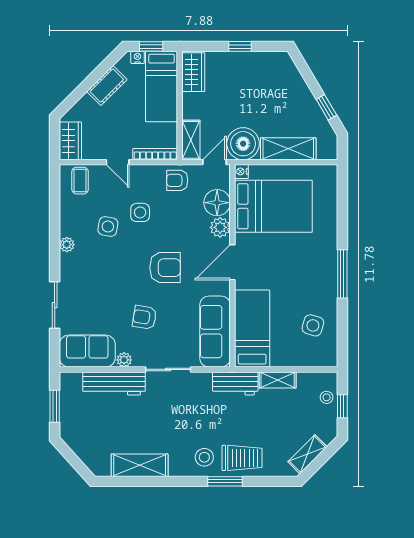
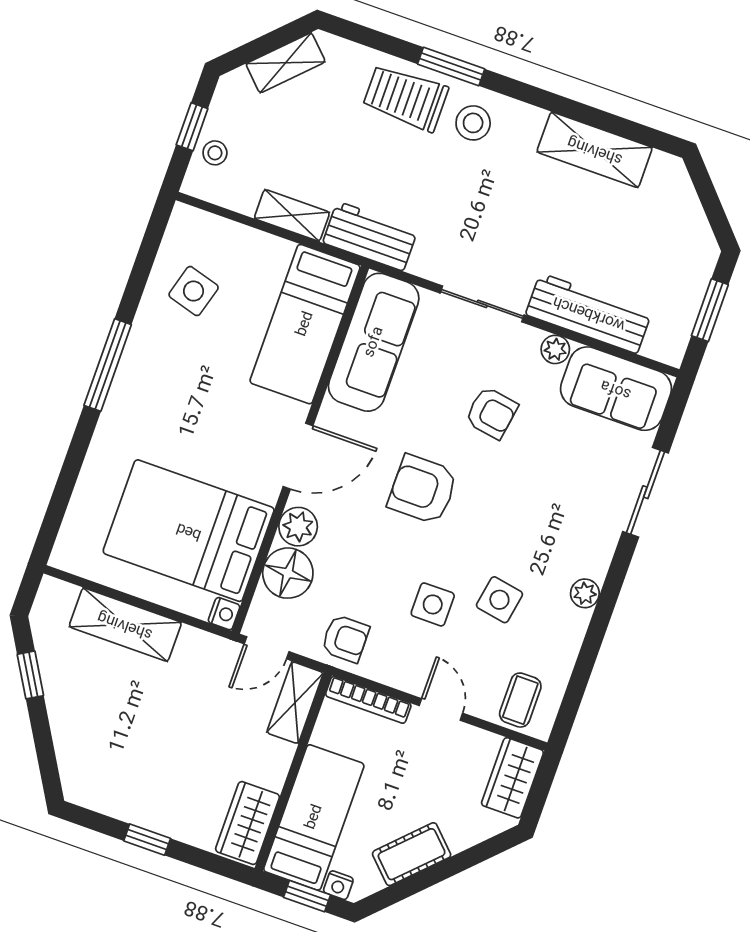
boiler: (243, 144) -> (203, 663), removed

